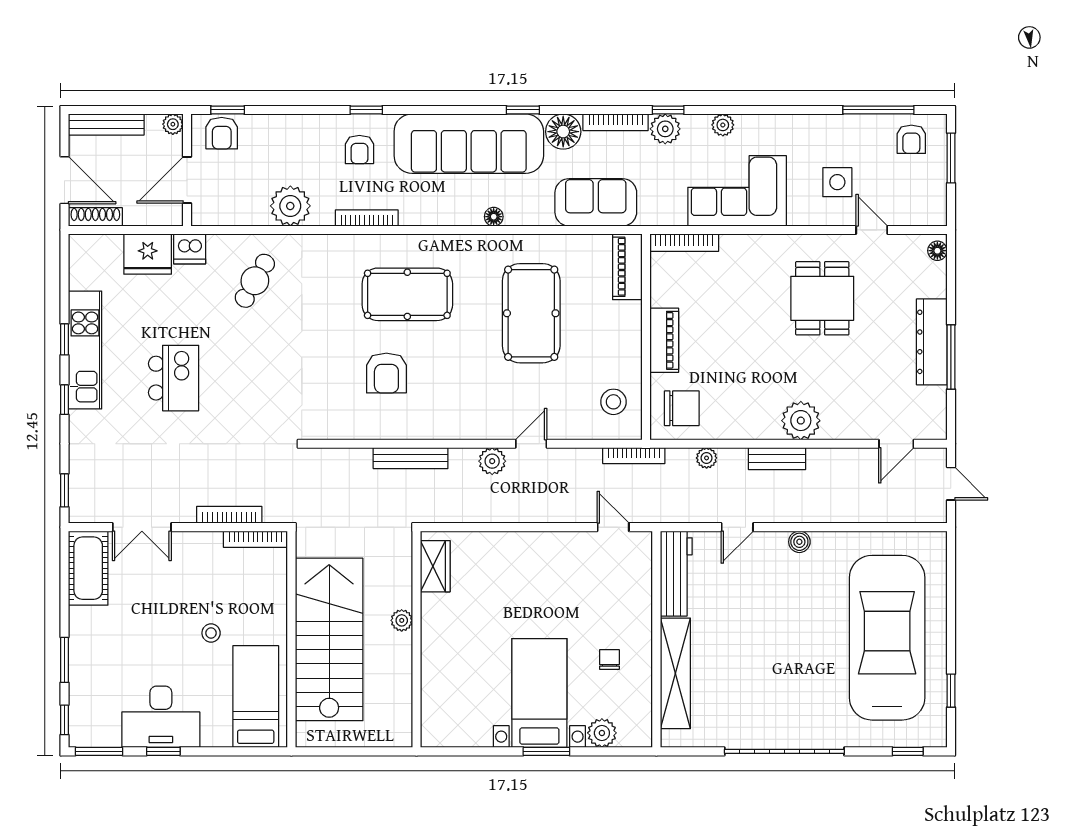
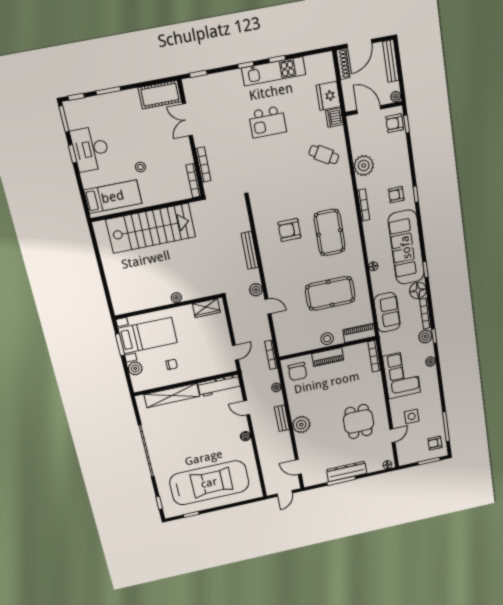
dining table: (822, 298) -> (359, 422), turned 90
stool: (613, 402) -> (327, 339), moved
wardrobe: (435, 566) -> (206, 308), moved
plant: (402, 620) -> (176, 298), moved
wall: (416, 639) -> (169, 307), moved

